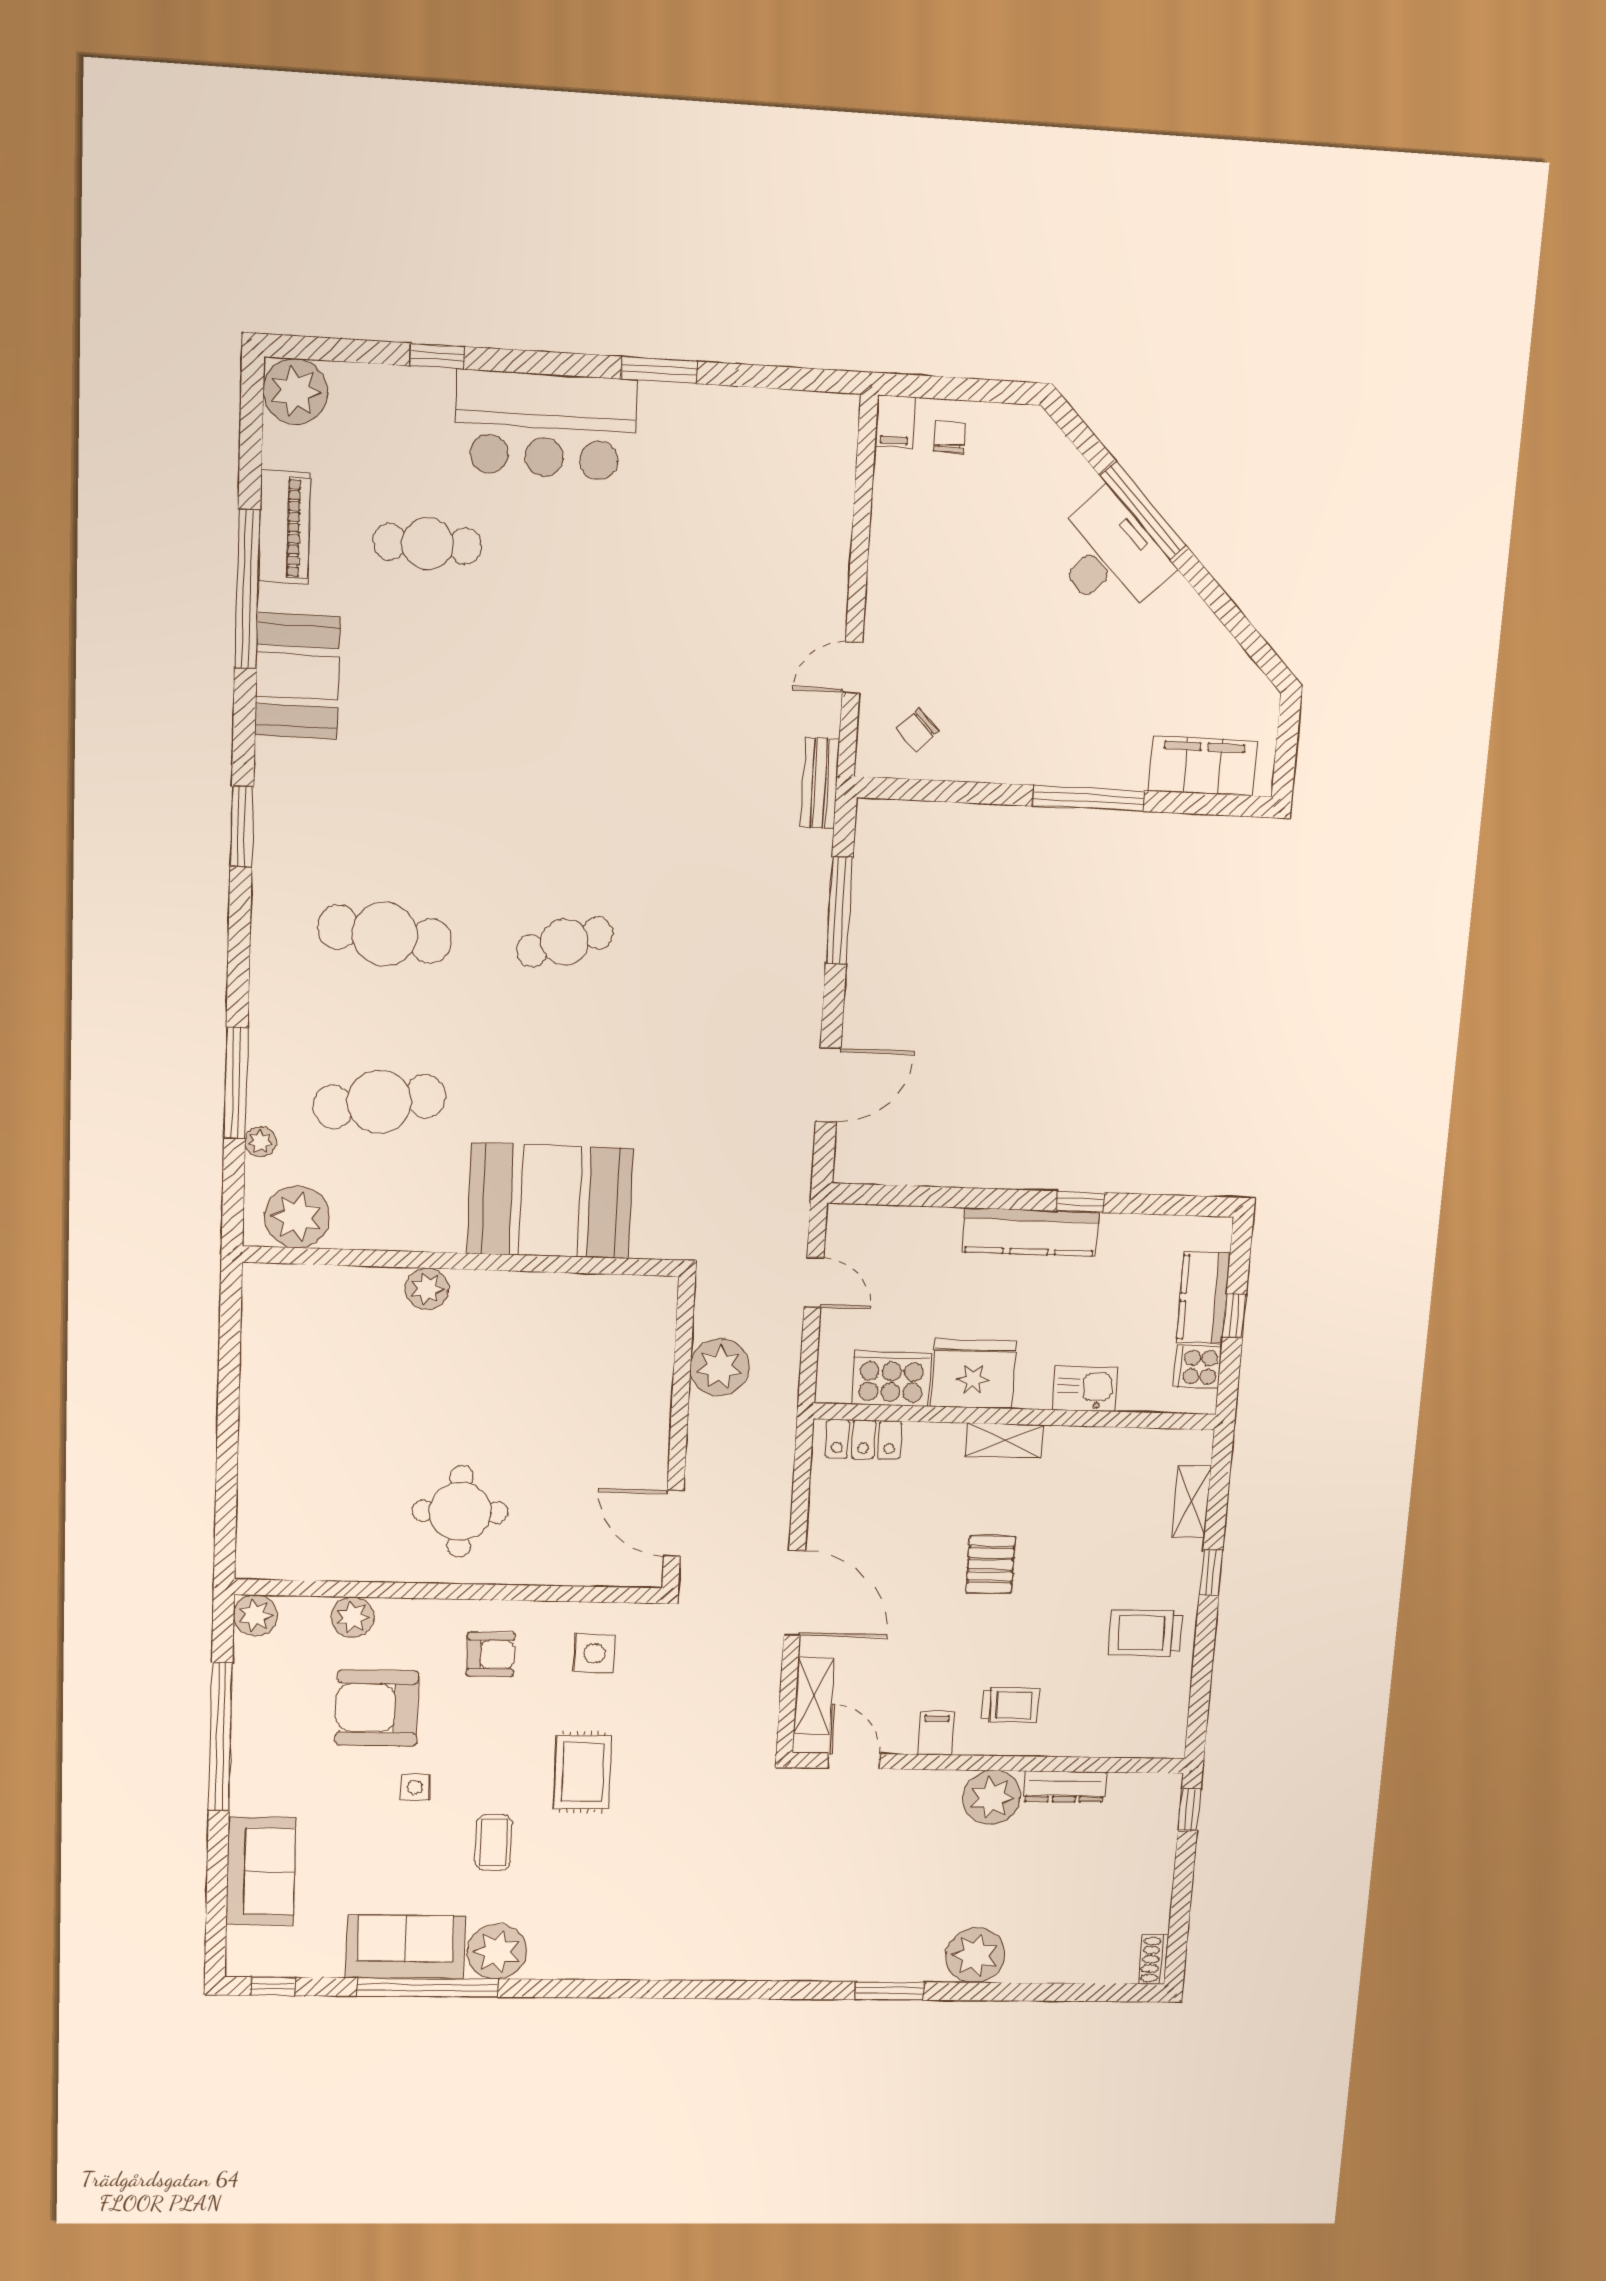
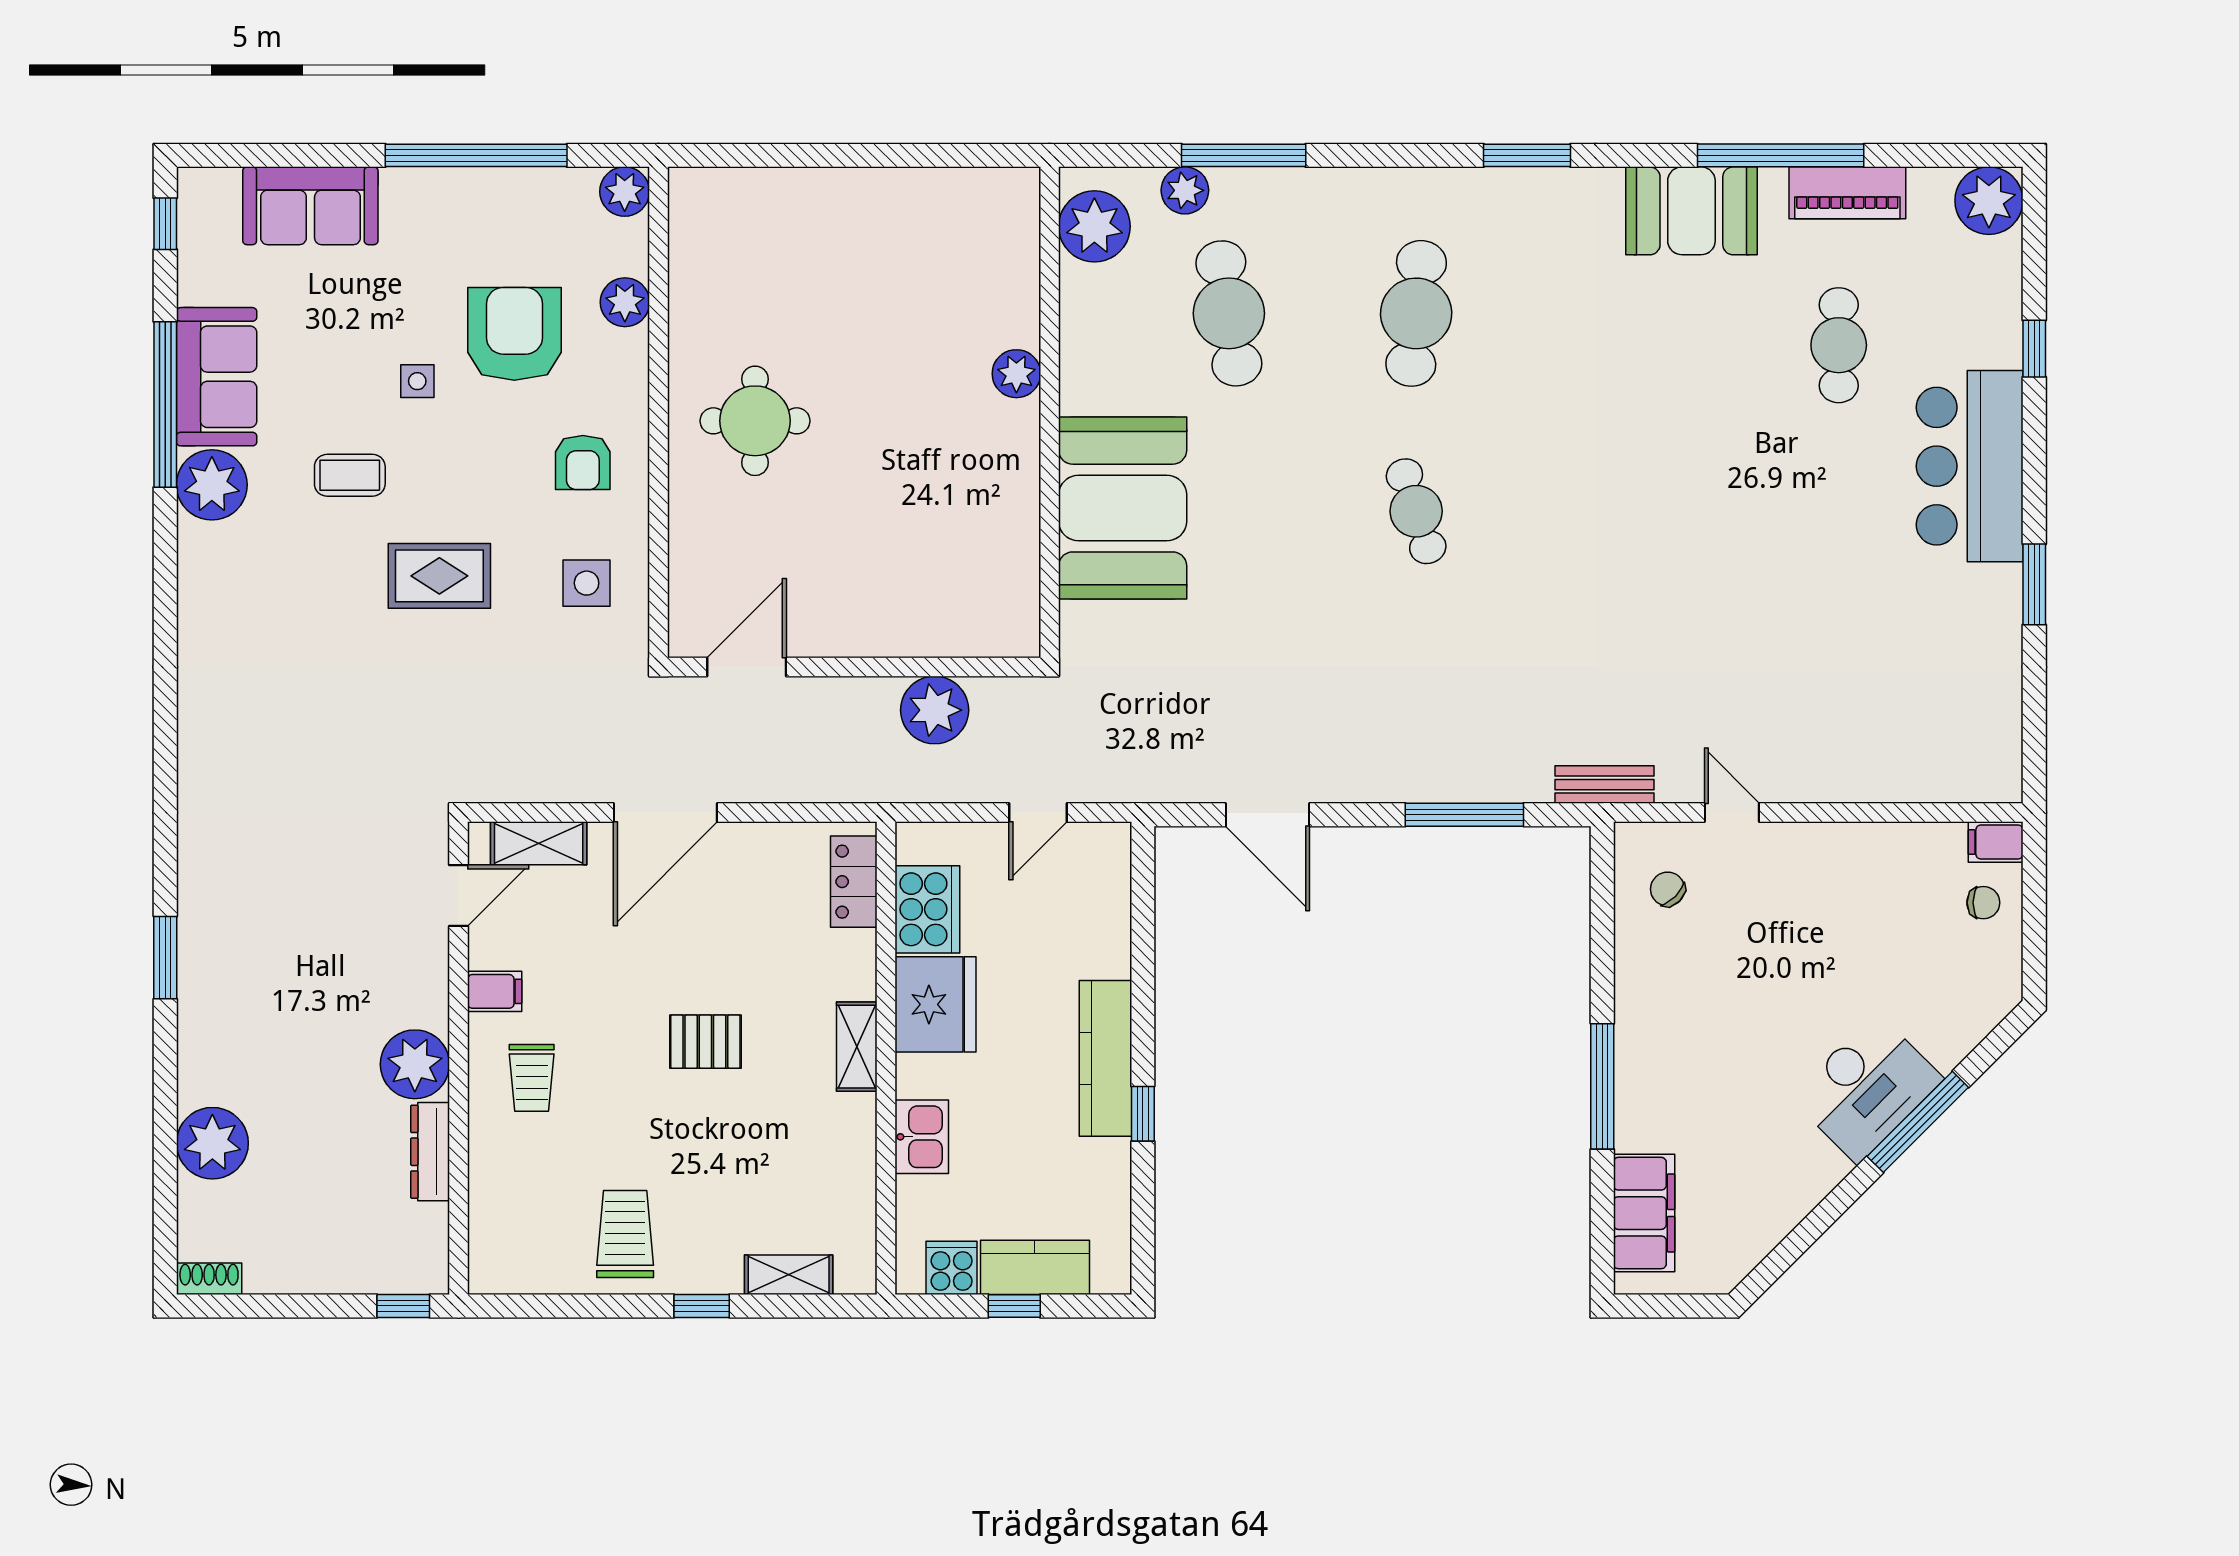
plant: (260, 1142) -> (1185, 190), width x1.38, depth x1.38
plant: (975, 1955) -> (212, 1143), moved

